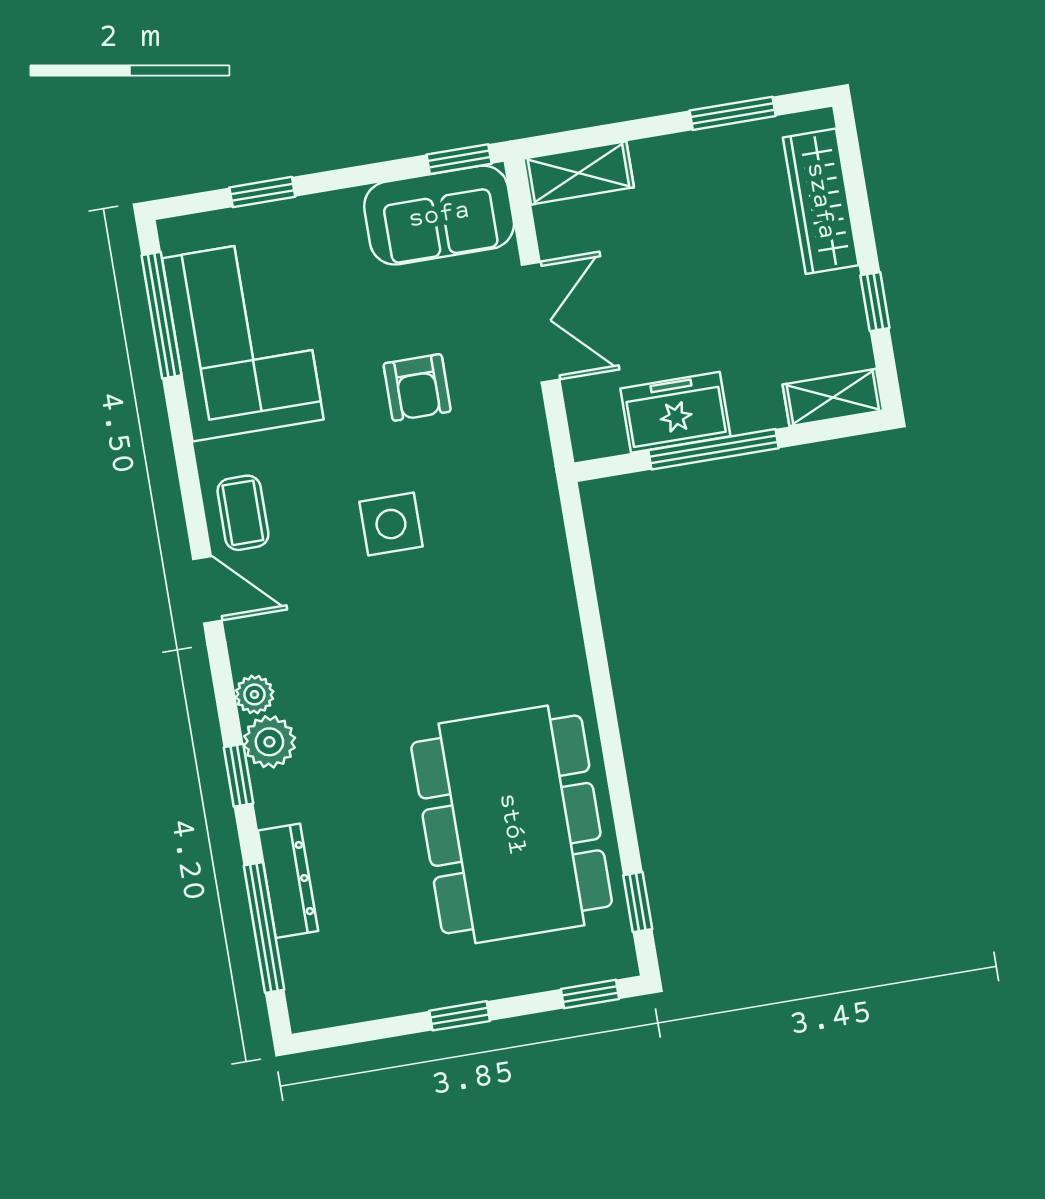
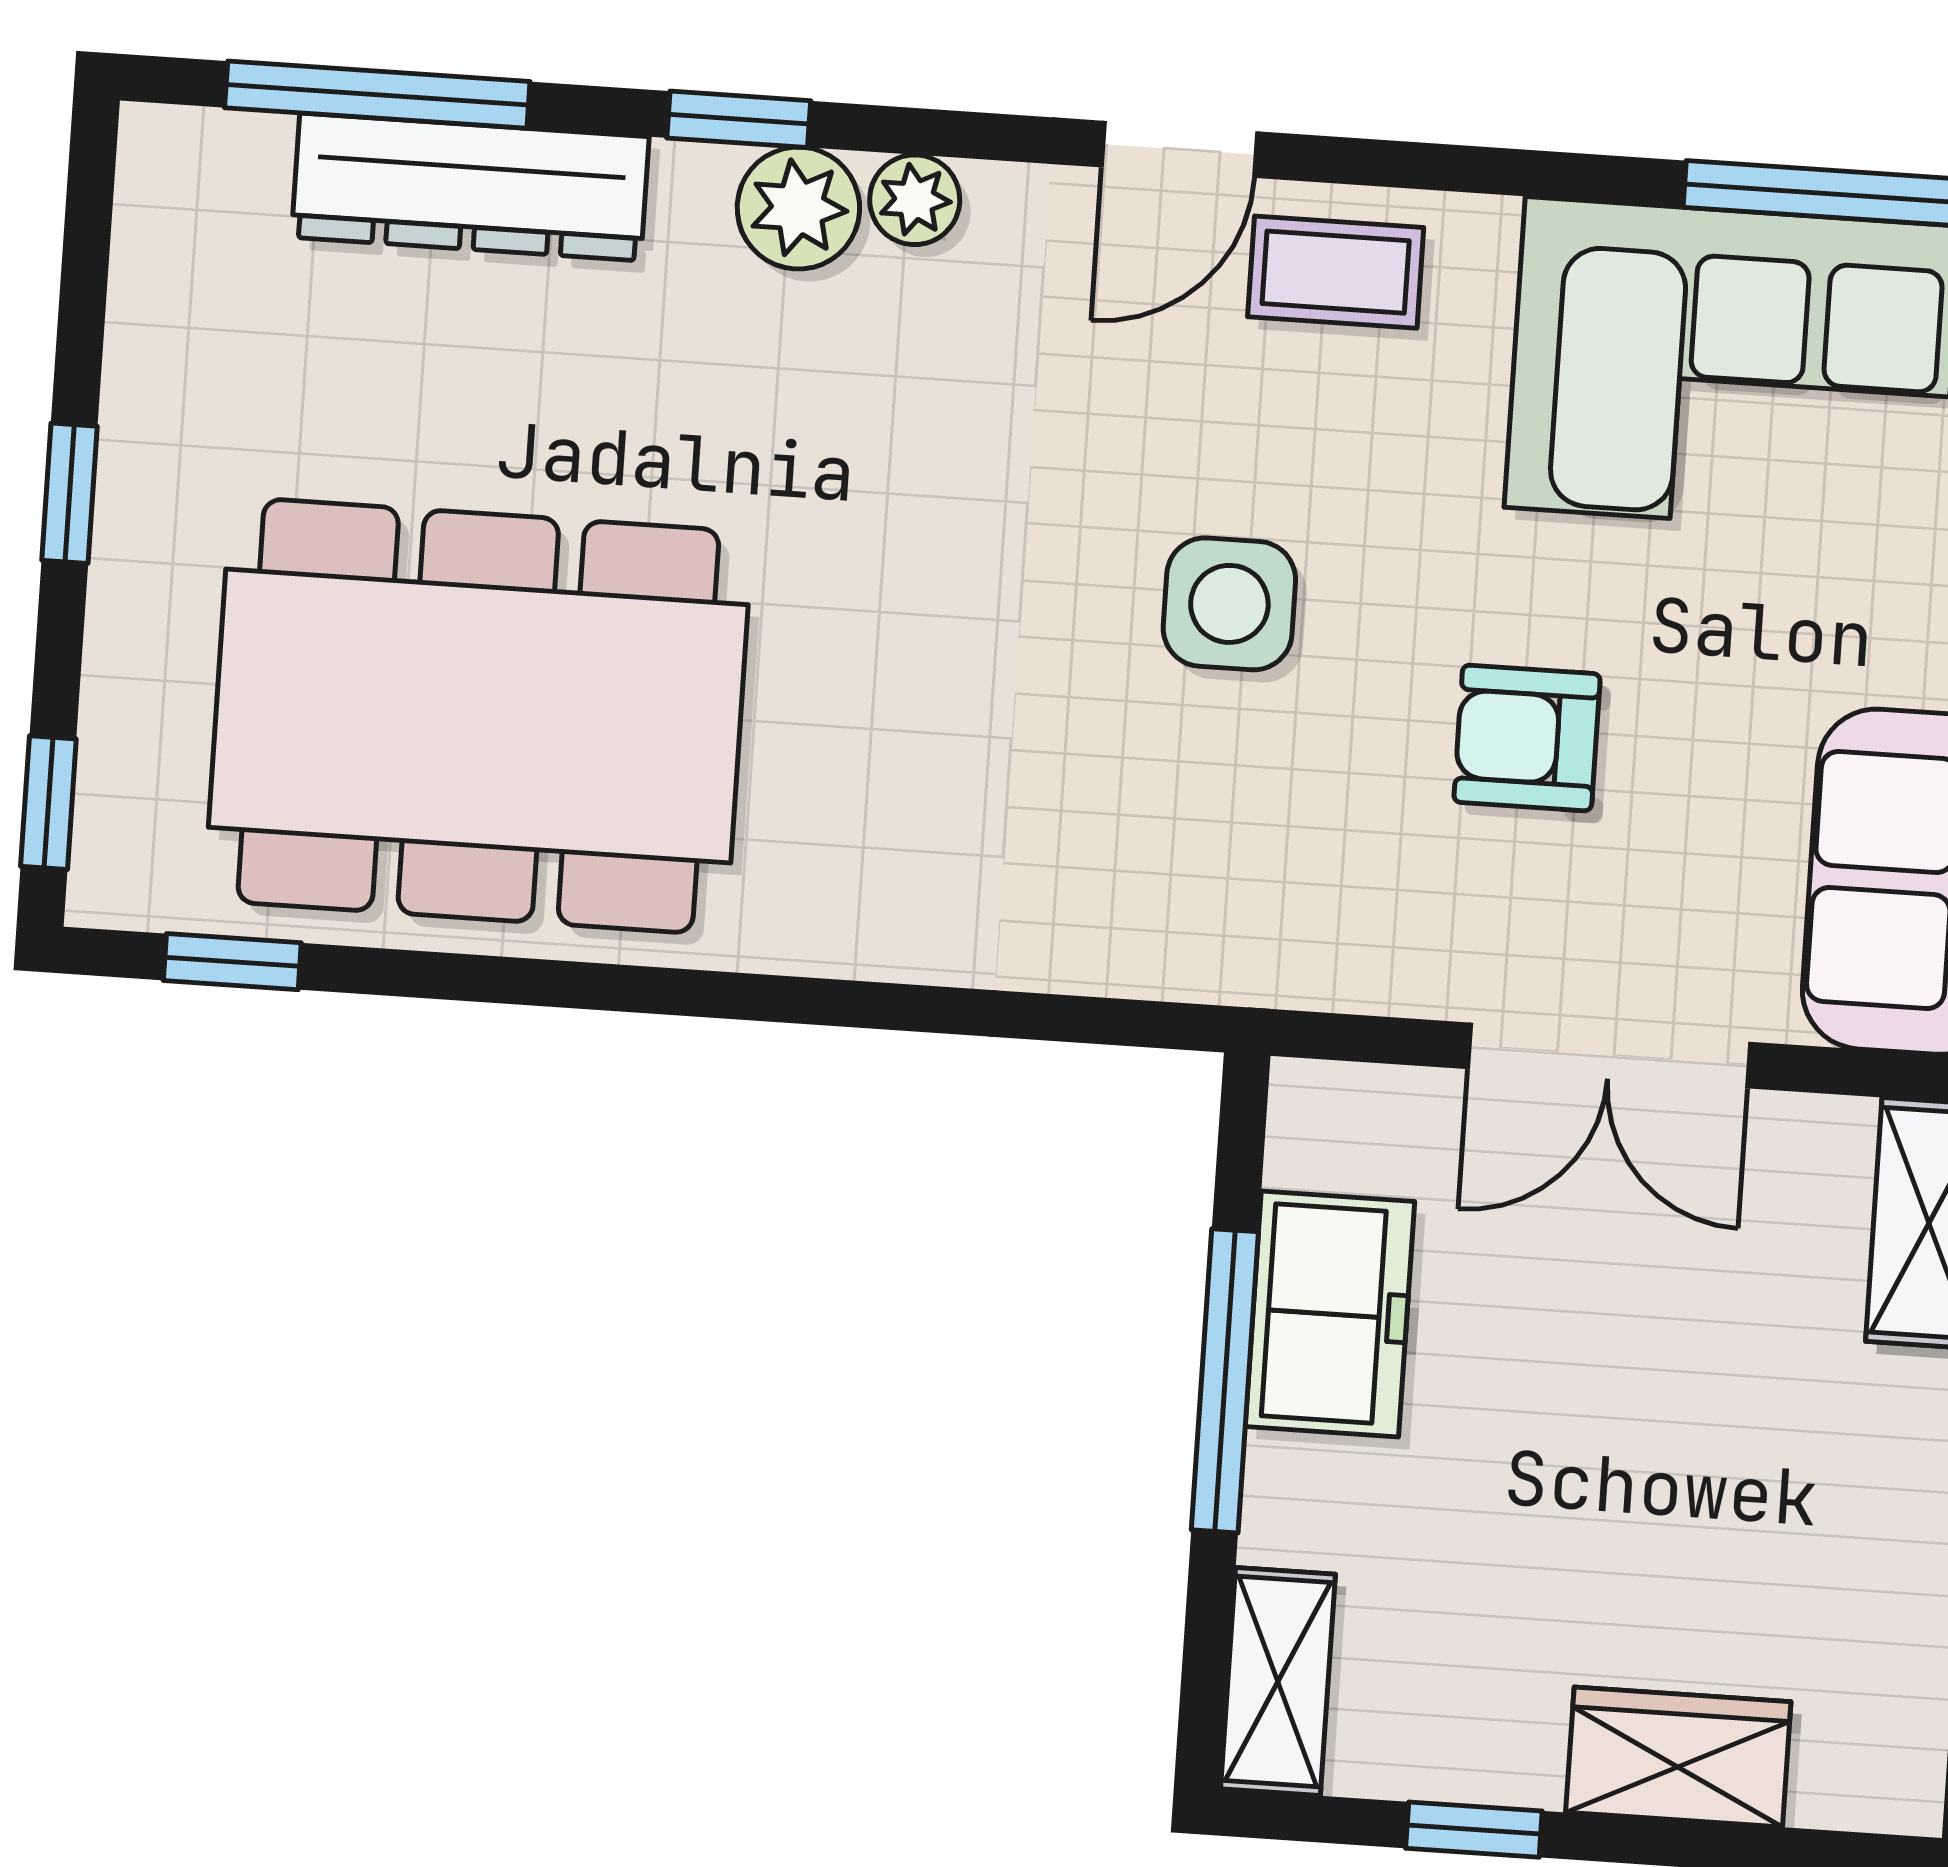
wardrobe: (821, 201) -> (1678, 1757), width x0.67
dresser: (288, 881) -> (470, 187), width x1.37, depth x1.24

